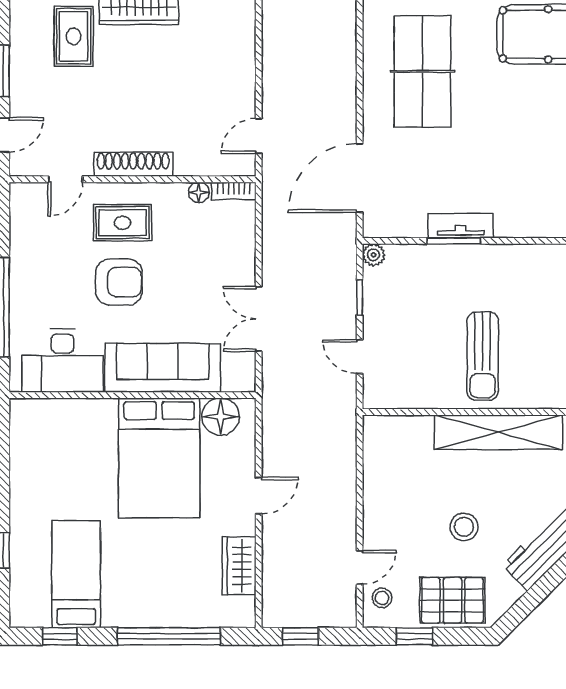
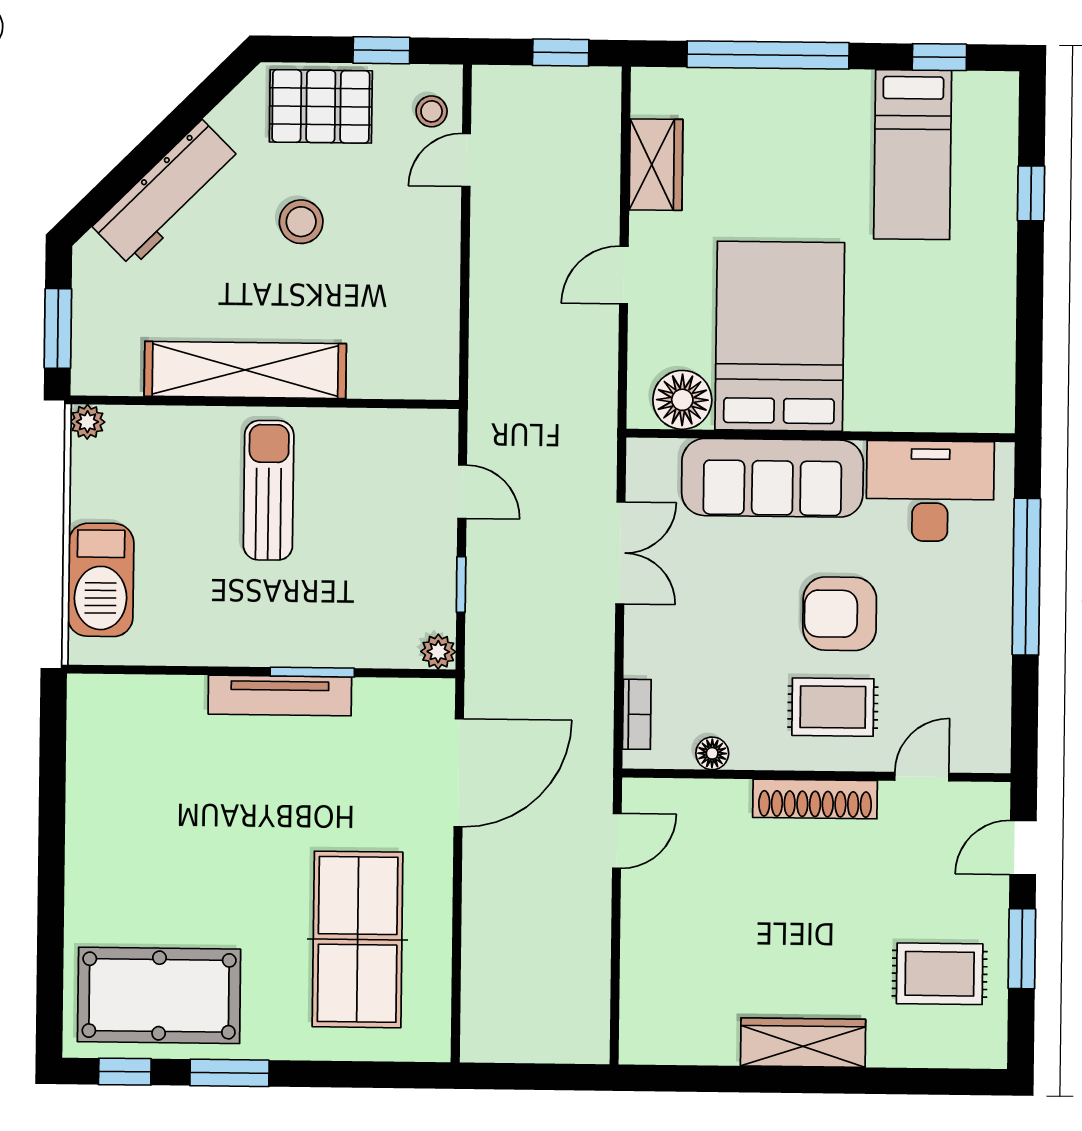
rug: (74, 36) -> (940, 974), moved, turned 90
bookcase: (234, 191) -> (637, 714), moved, turned 90
tv unit: (461, 226) -> (280, 696), width x1.41

